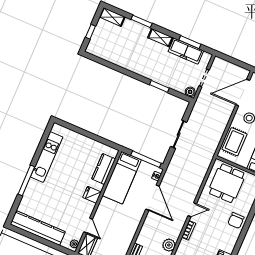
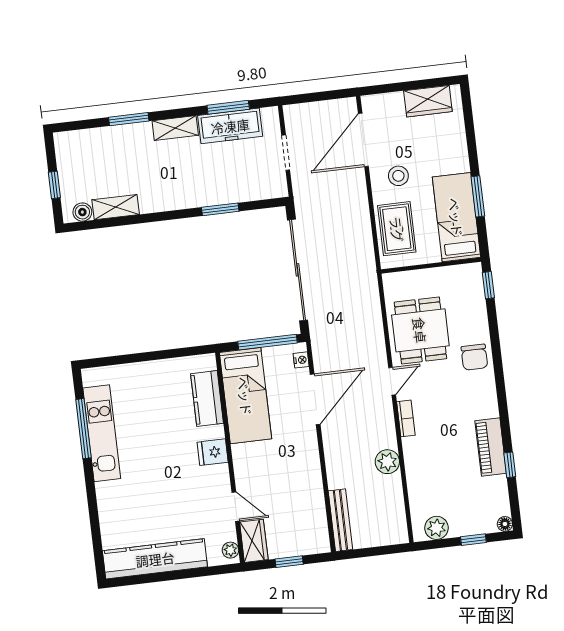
shelving: (112, 17) -> (116, 207), moved
boiler: (190, 92) -> (82, 212), moved
sliding door: (179, 134) -> (298, 270), width x1.86
window: (26, 180) -> (83, 429), moved
dining table: (227, 183) -> (420, 330), moved
door: (153, 198) -> (315, 399), hinge flipped

